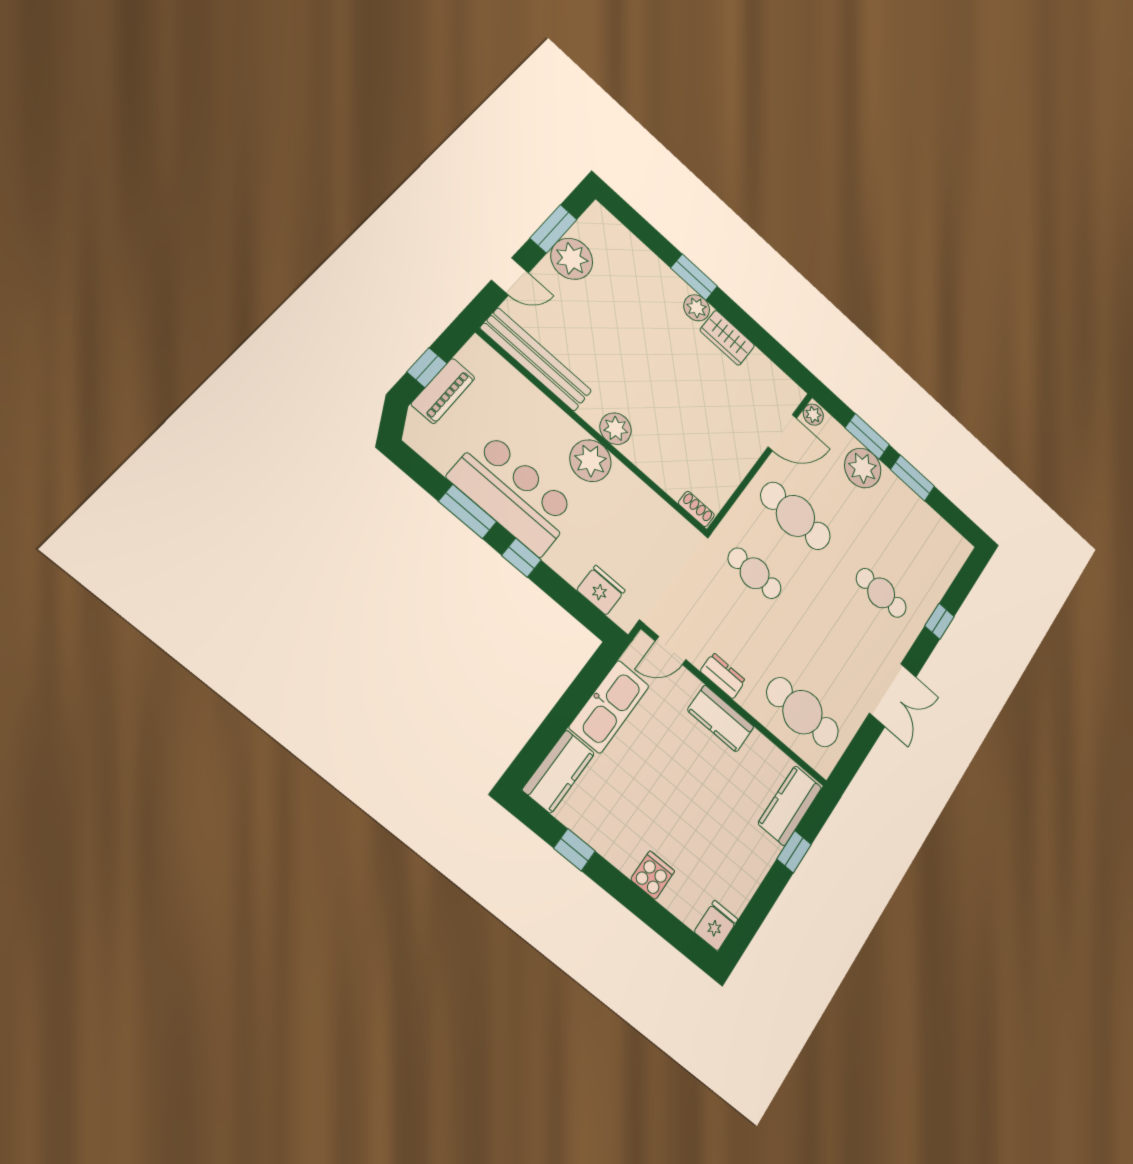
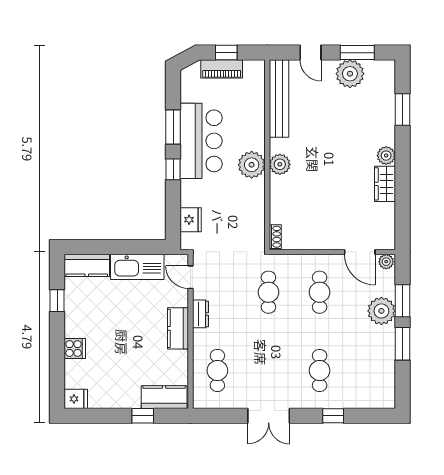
window: (694, 277) -> (402, 110), moved
cafe table: (795, 516) -> (320, 292), width x0.73, depth x0.74
cafe table: (803, 712) -> (217, 370), width x0.73, depth x0.74

